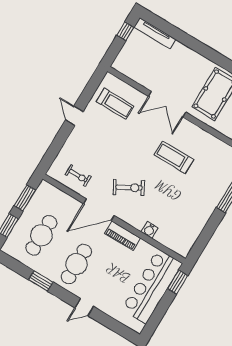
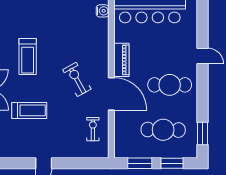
treadmill: (115, 104) -> (29, 110), moved, turned 90
water cooler: (149, 230) -> (103, 11), moved
window: (41, 281) -> (203, 133), moved

